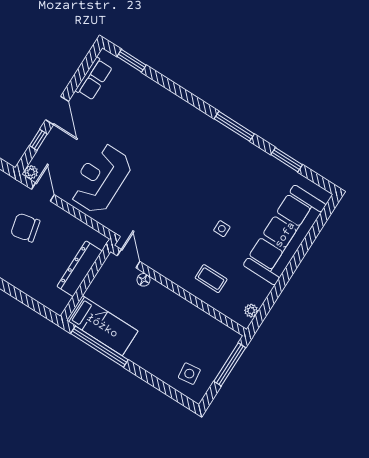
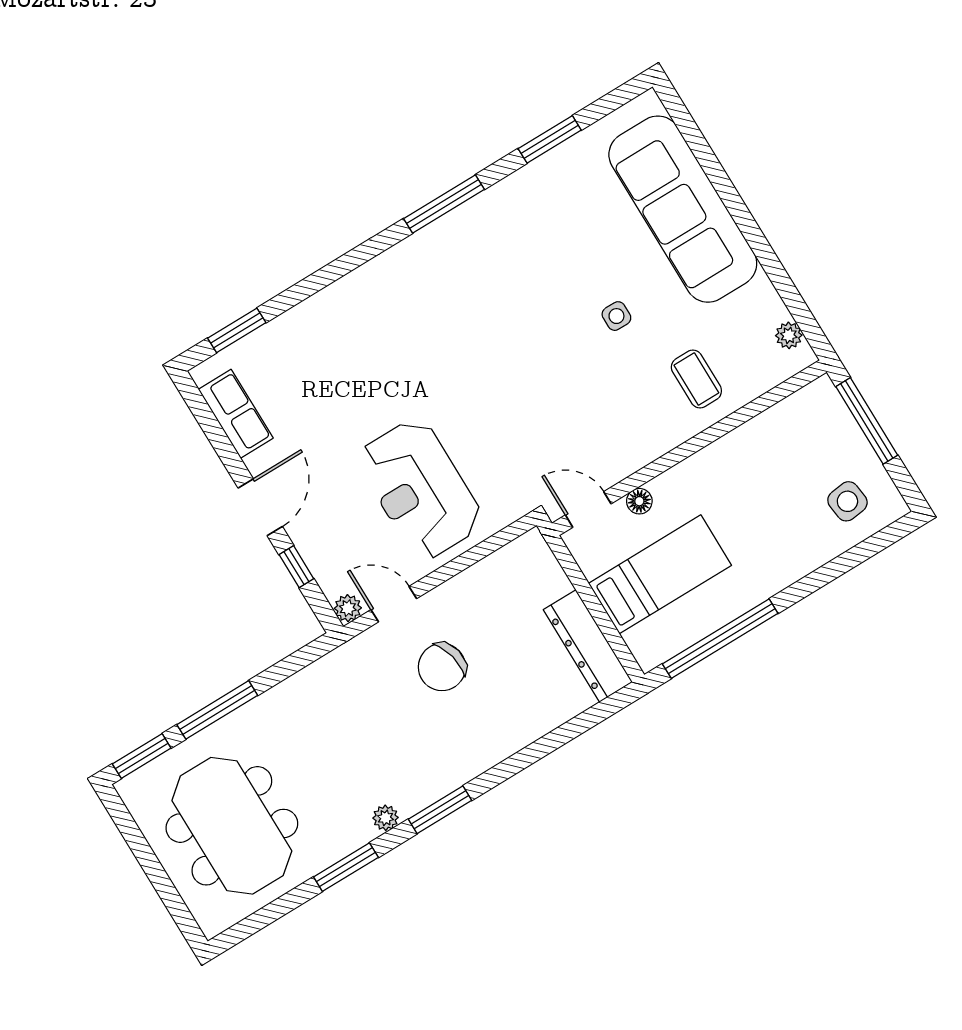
door: (57, 110) -> (260, 507), hinge flipped
dresser: (80, 269) -> (588, 646), moved
coffee table: (211, 279) -> (696, 379), turned 90
bed: (102, 326) -> (660, 574), moved

